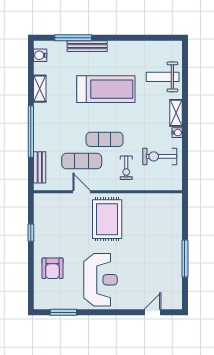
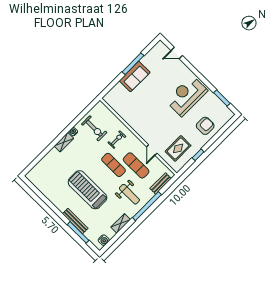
weight bench: (163, 77) -> (129, 194), moved
rug: (107, 219) -> (178, 148), moved, width x0.73, depth x0.70
sofa: (171, 247) -> (135, 77), added

